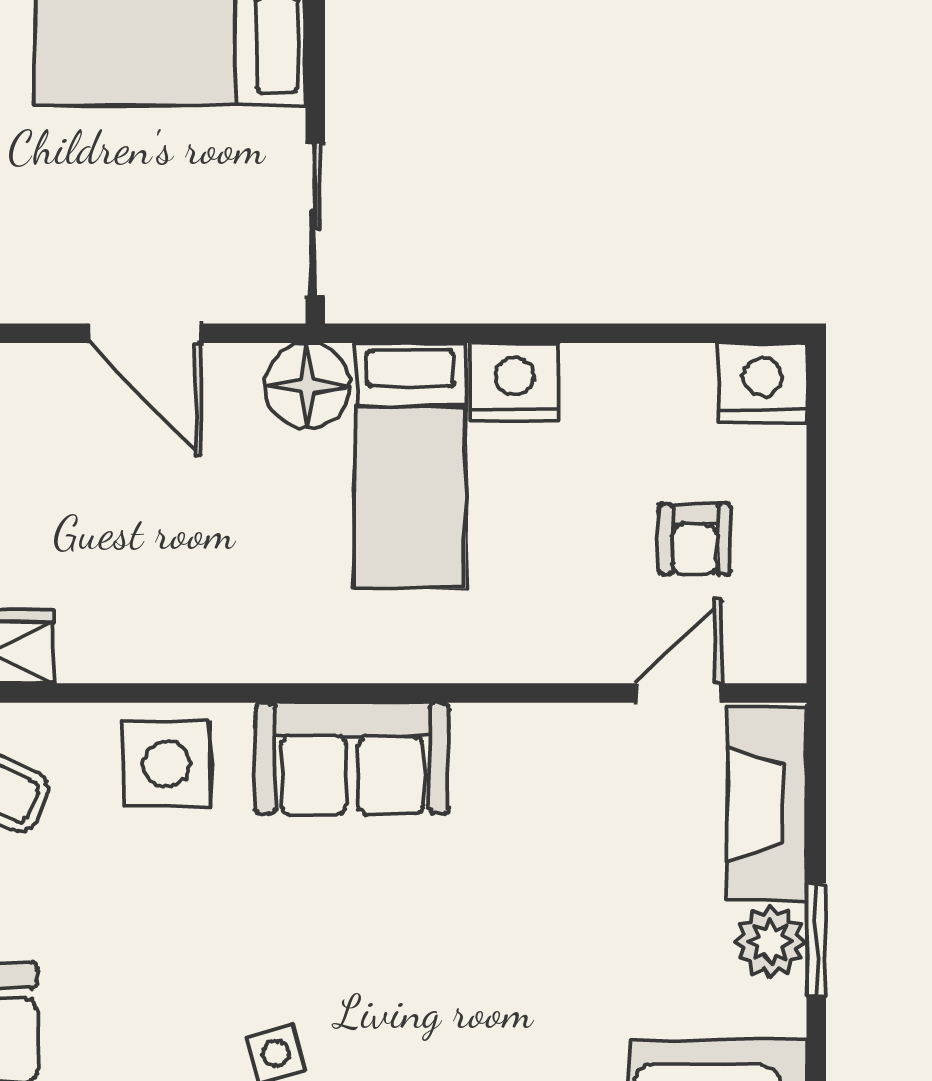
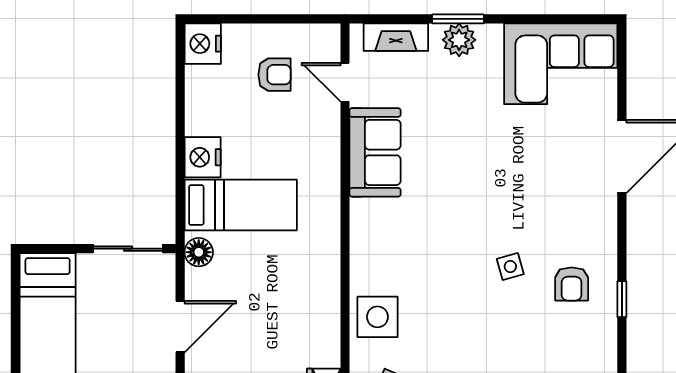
floor lamp: (307, 386) -> (199, 252), width x0.73, depth x0.73
sofa: (352, 759) -> (375, 152), moved
fireplace: (767, 804) -> (396, 37), width x0.73, depth x0.76

